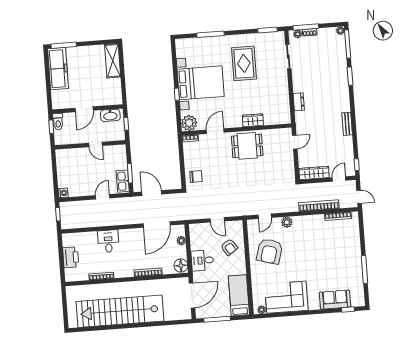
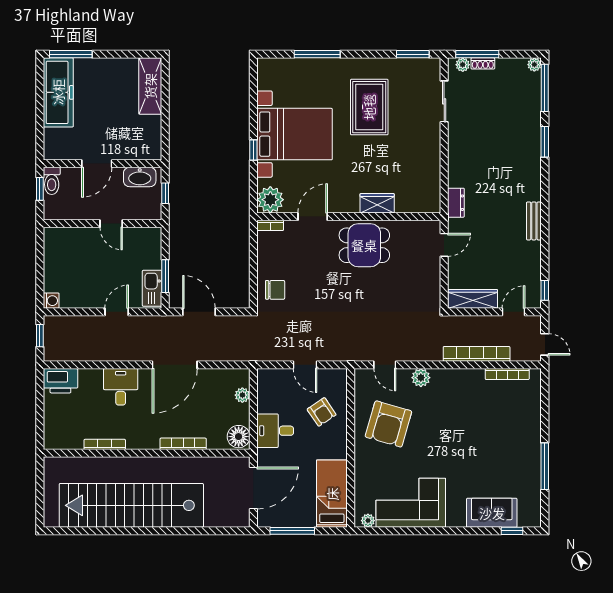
dresser: (299, 102) -> (456, 203), moved
door: (265, 216) -> (385, 365), hinge flipped
door: (157, 224) -> (175, 365), moved
printer: (71, 257) -> (60, 381), moved, turned 90

